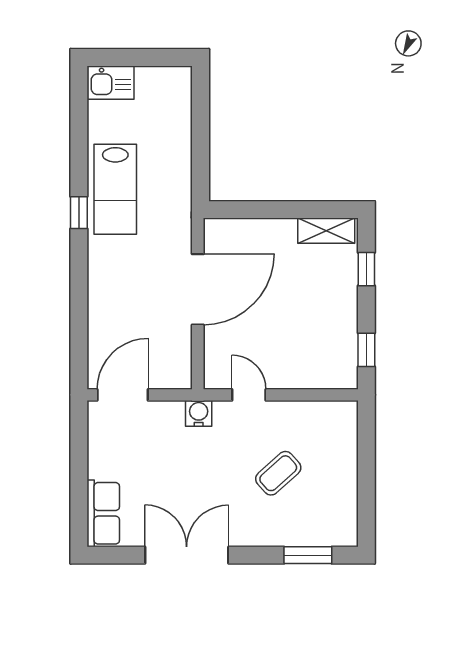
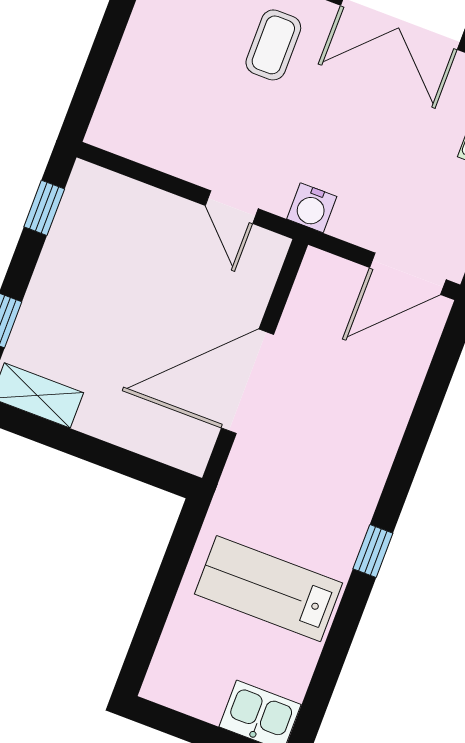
lab bench: (115, 189) -> (268, 589), moved, turned -90
coffee table: (278, 473) -> (273, 45), moved, turned -48

